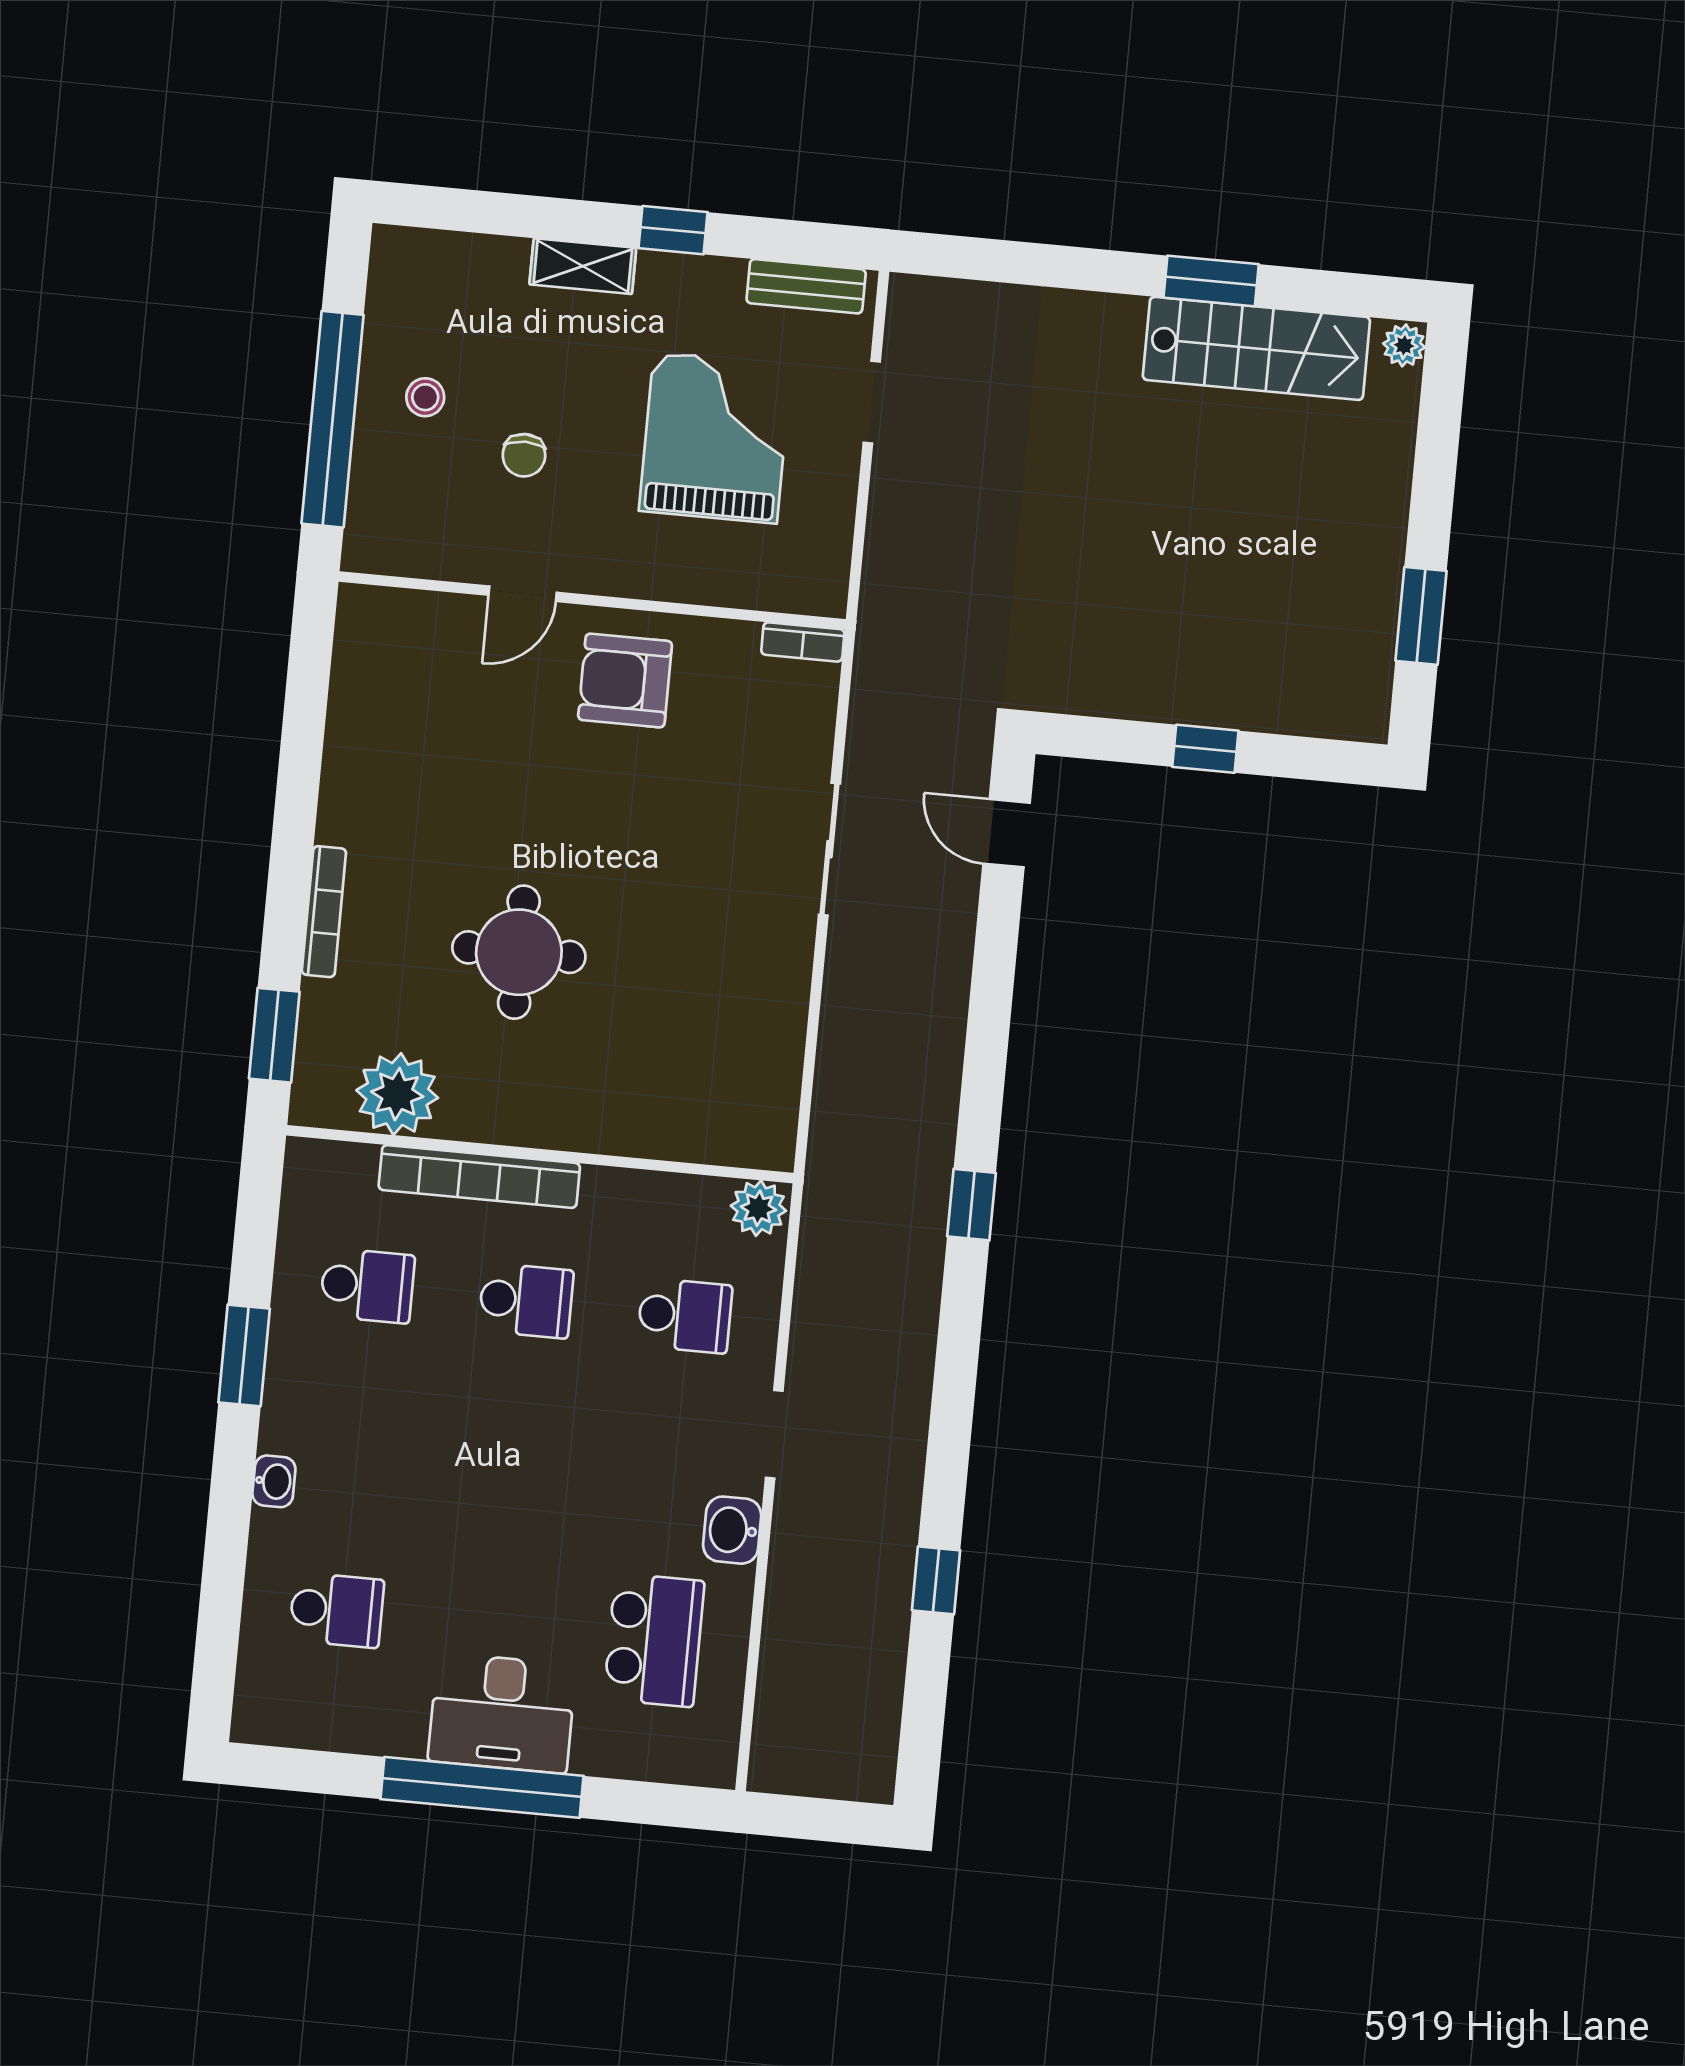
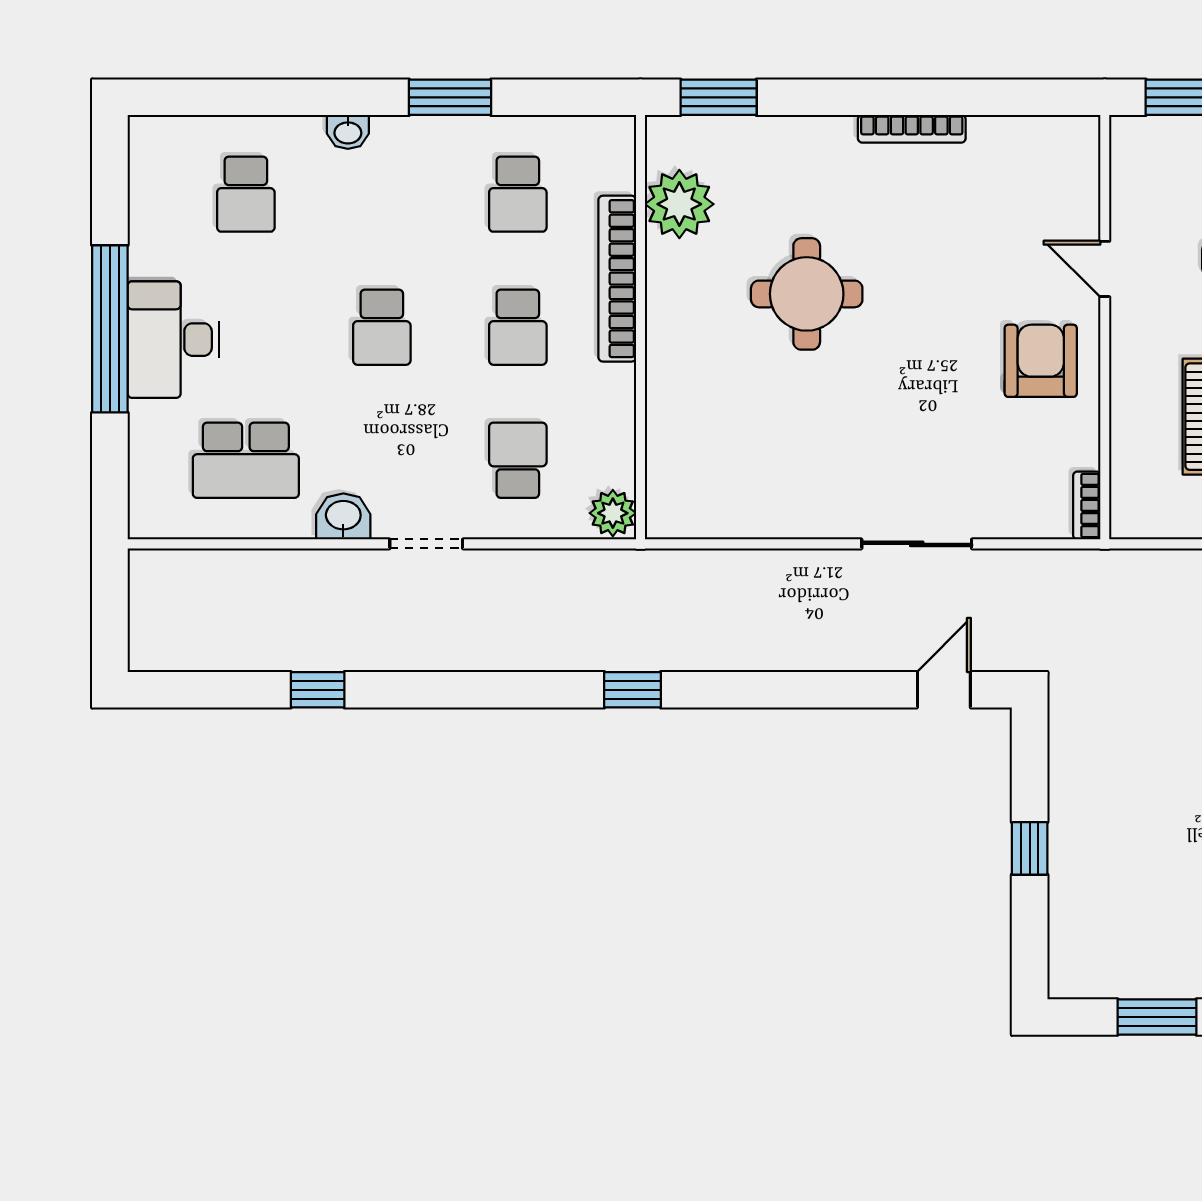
bookcase: (324, 912) -> (912, 129), moved
school desk: (685, 1316) -> (518, 460), turned 180
school desk: (511, 1463) -> (382, 327), added

